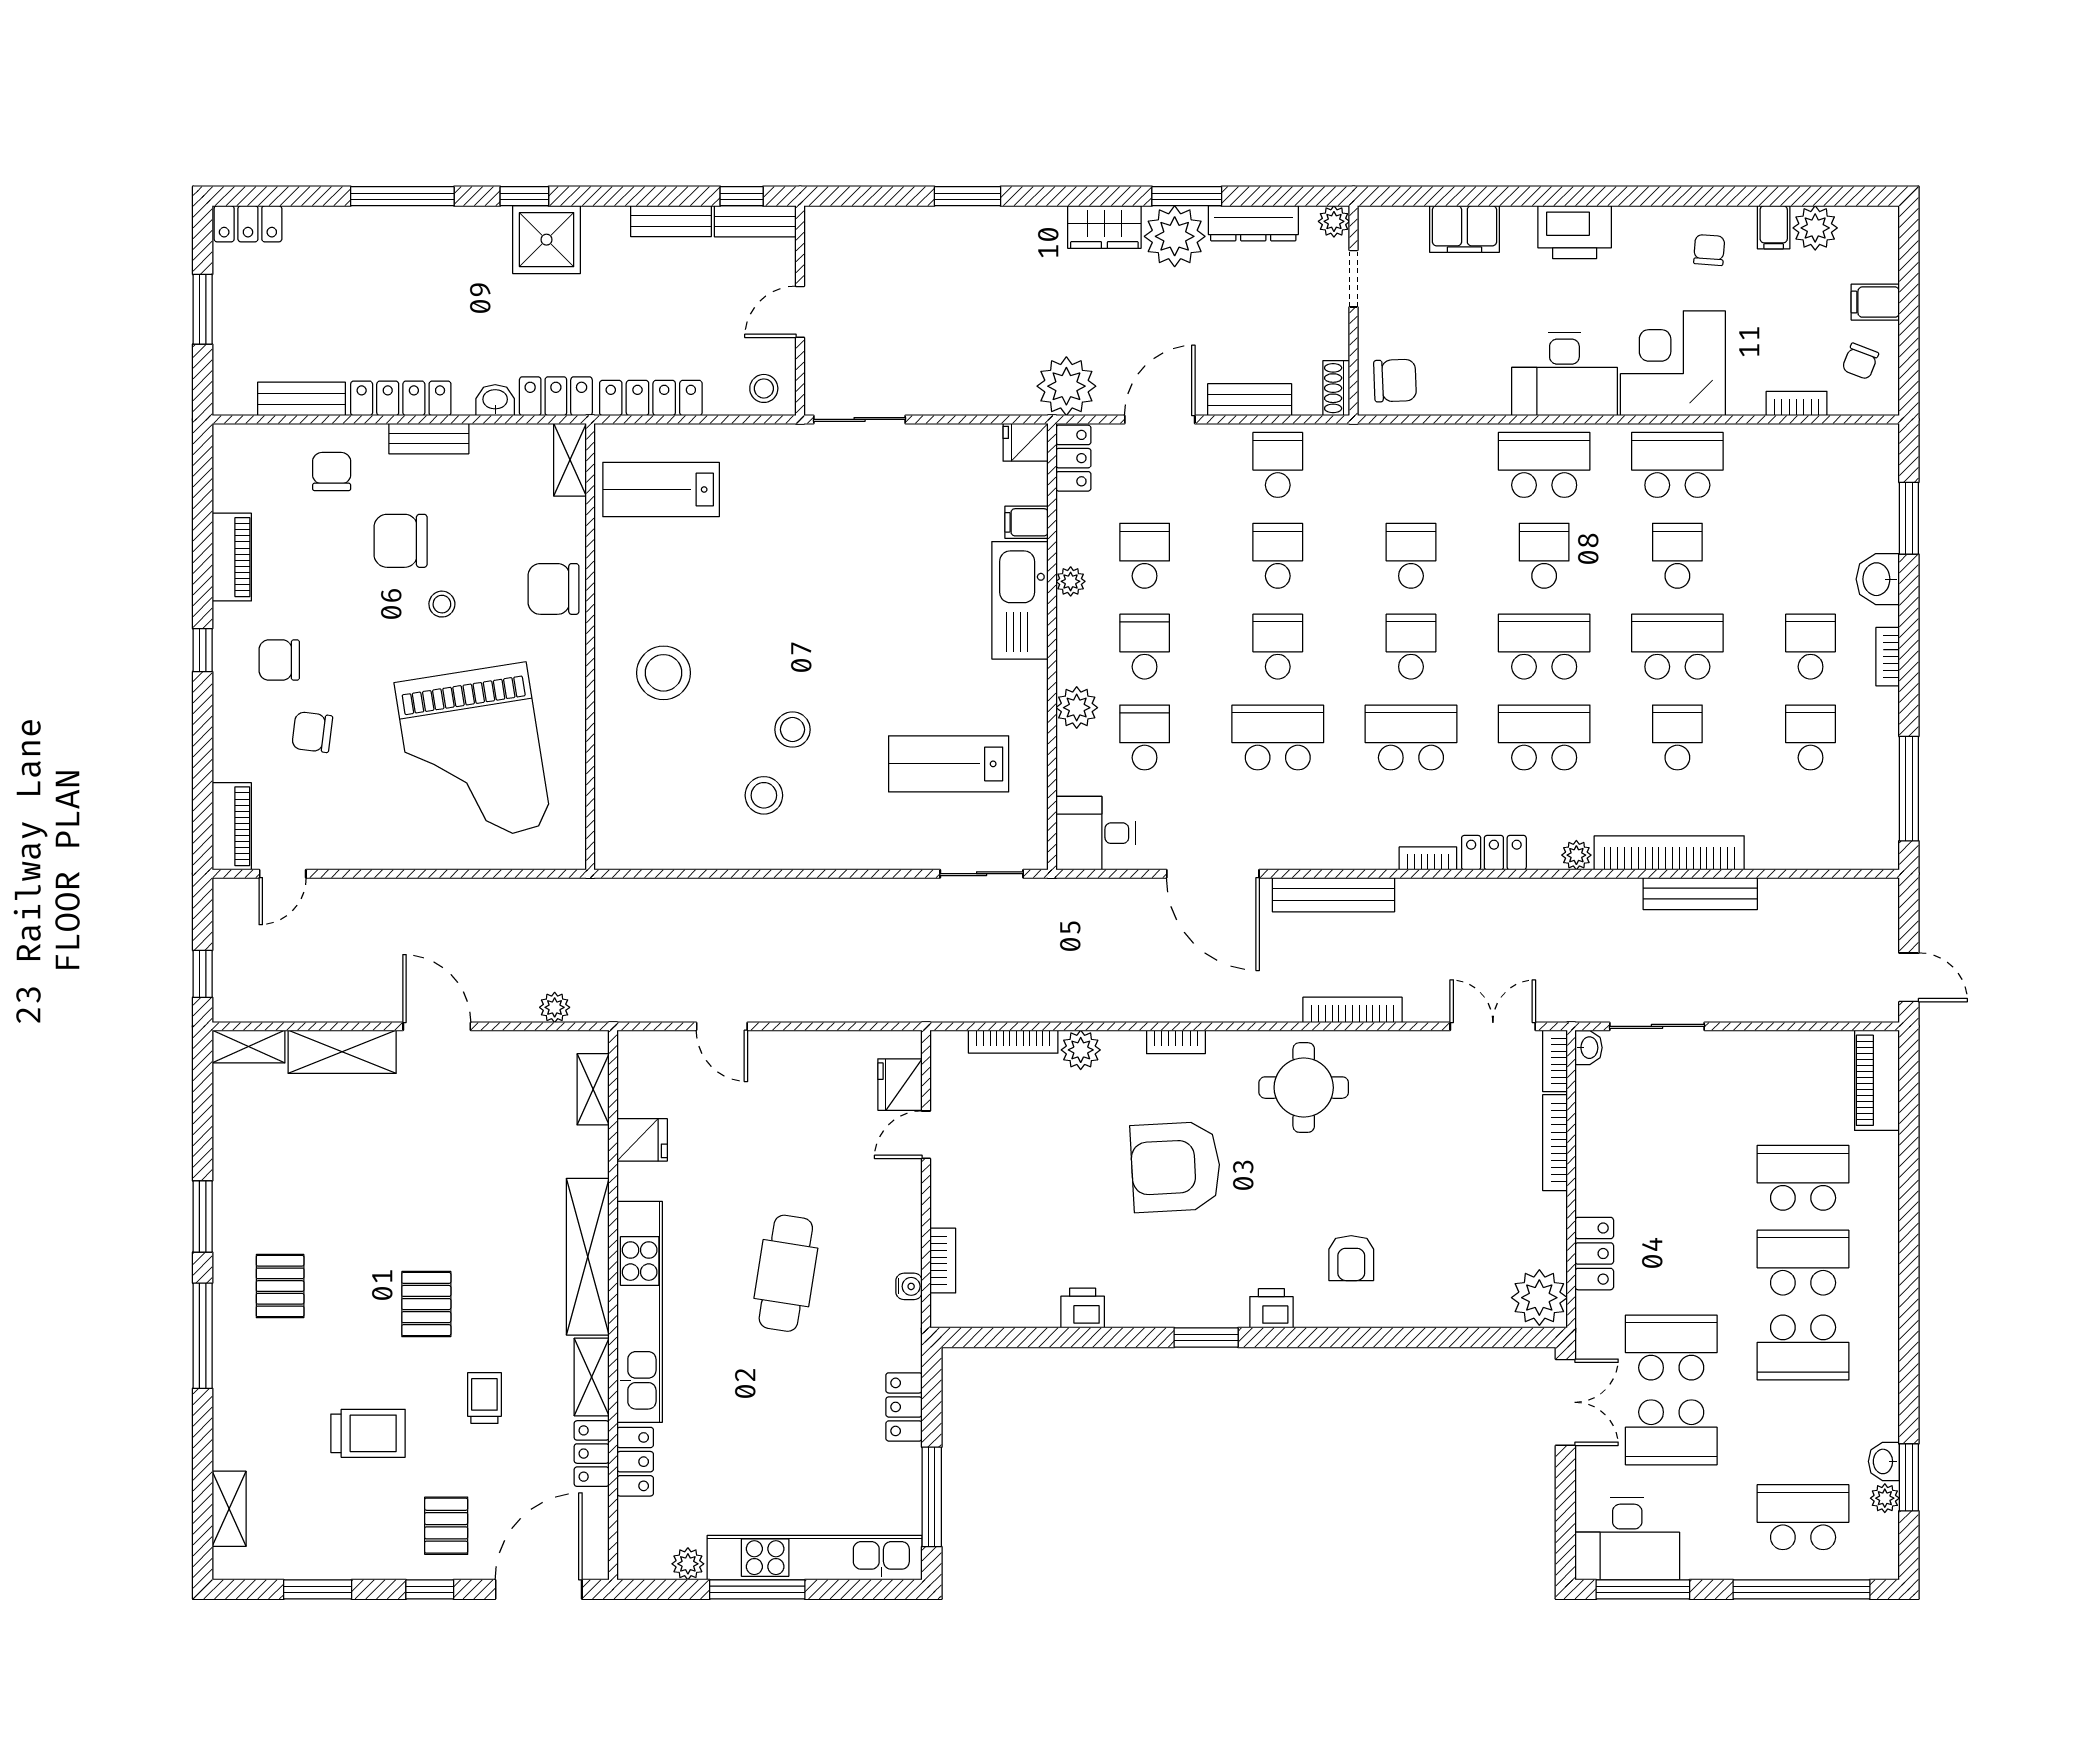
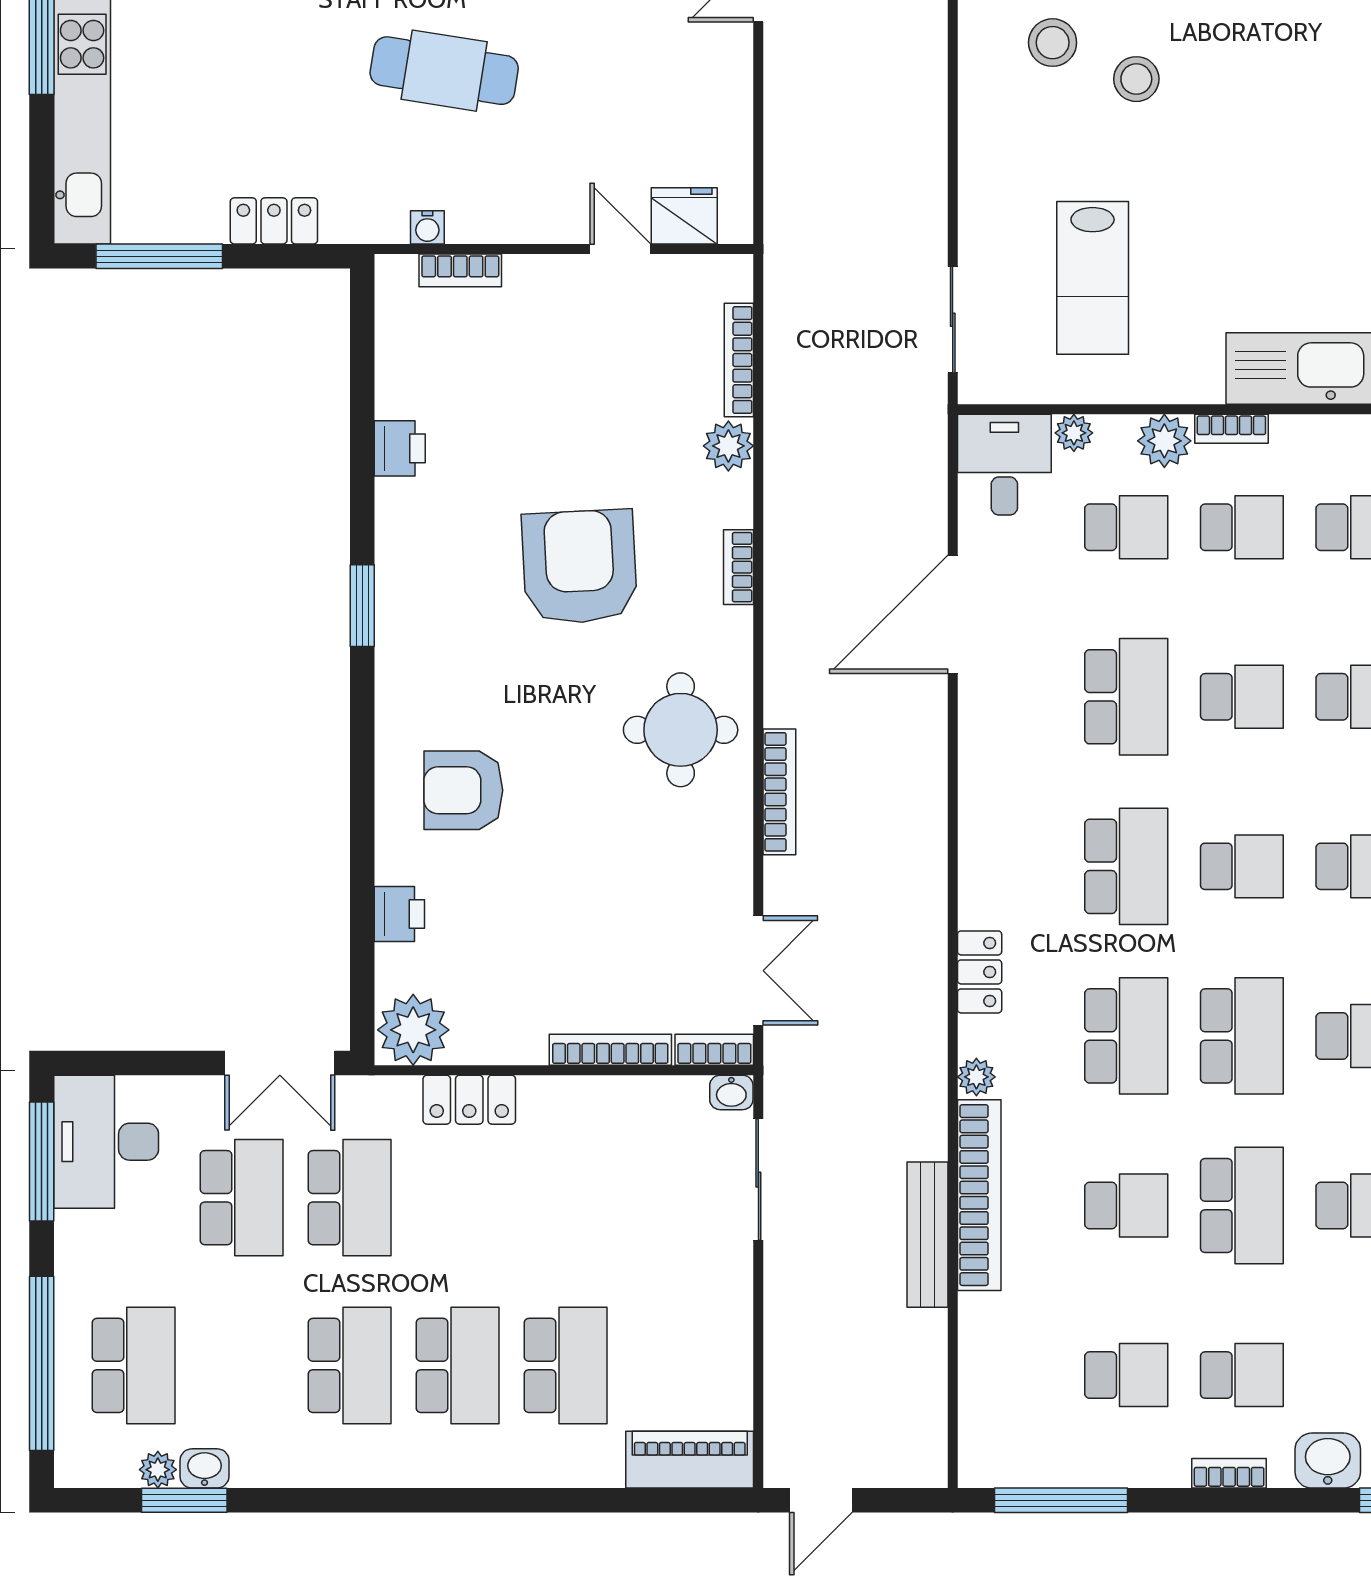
plant: (1071, 581) -> (1074, 433), moved
lab bench: (949, 764) -> (1093, 278), turned 180
bookcase: (1428, 858) -> (1231, 429), moved, turned 90
bench: (1333, 895) -> (926, 768), removed
armchair: (1351, 1258) -> (463, 790), width x1.38, depth x1.38
printer: (1271, 1308) -> (399, 914), moved
school desk: (1803, 1347) -> (350, 1365), turned 180
school desk: (1671, 1432) -> (242, 1198), turned 180

